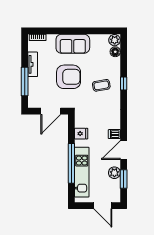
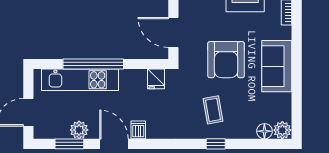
fridge: (81, 134) -> (156, 79), moved

